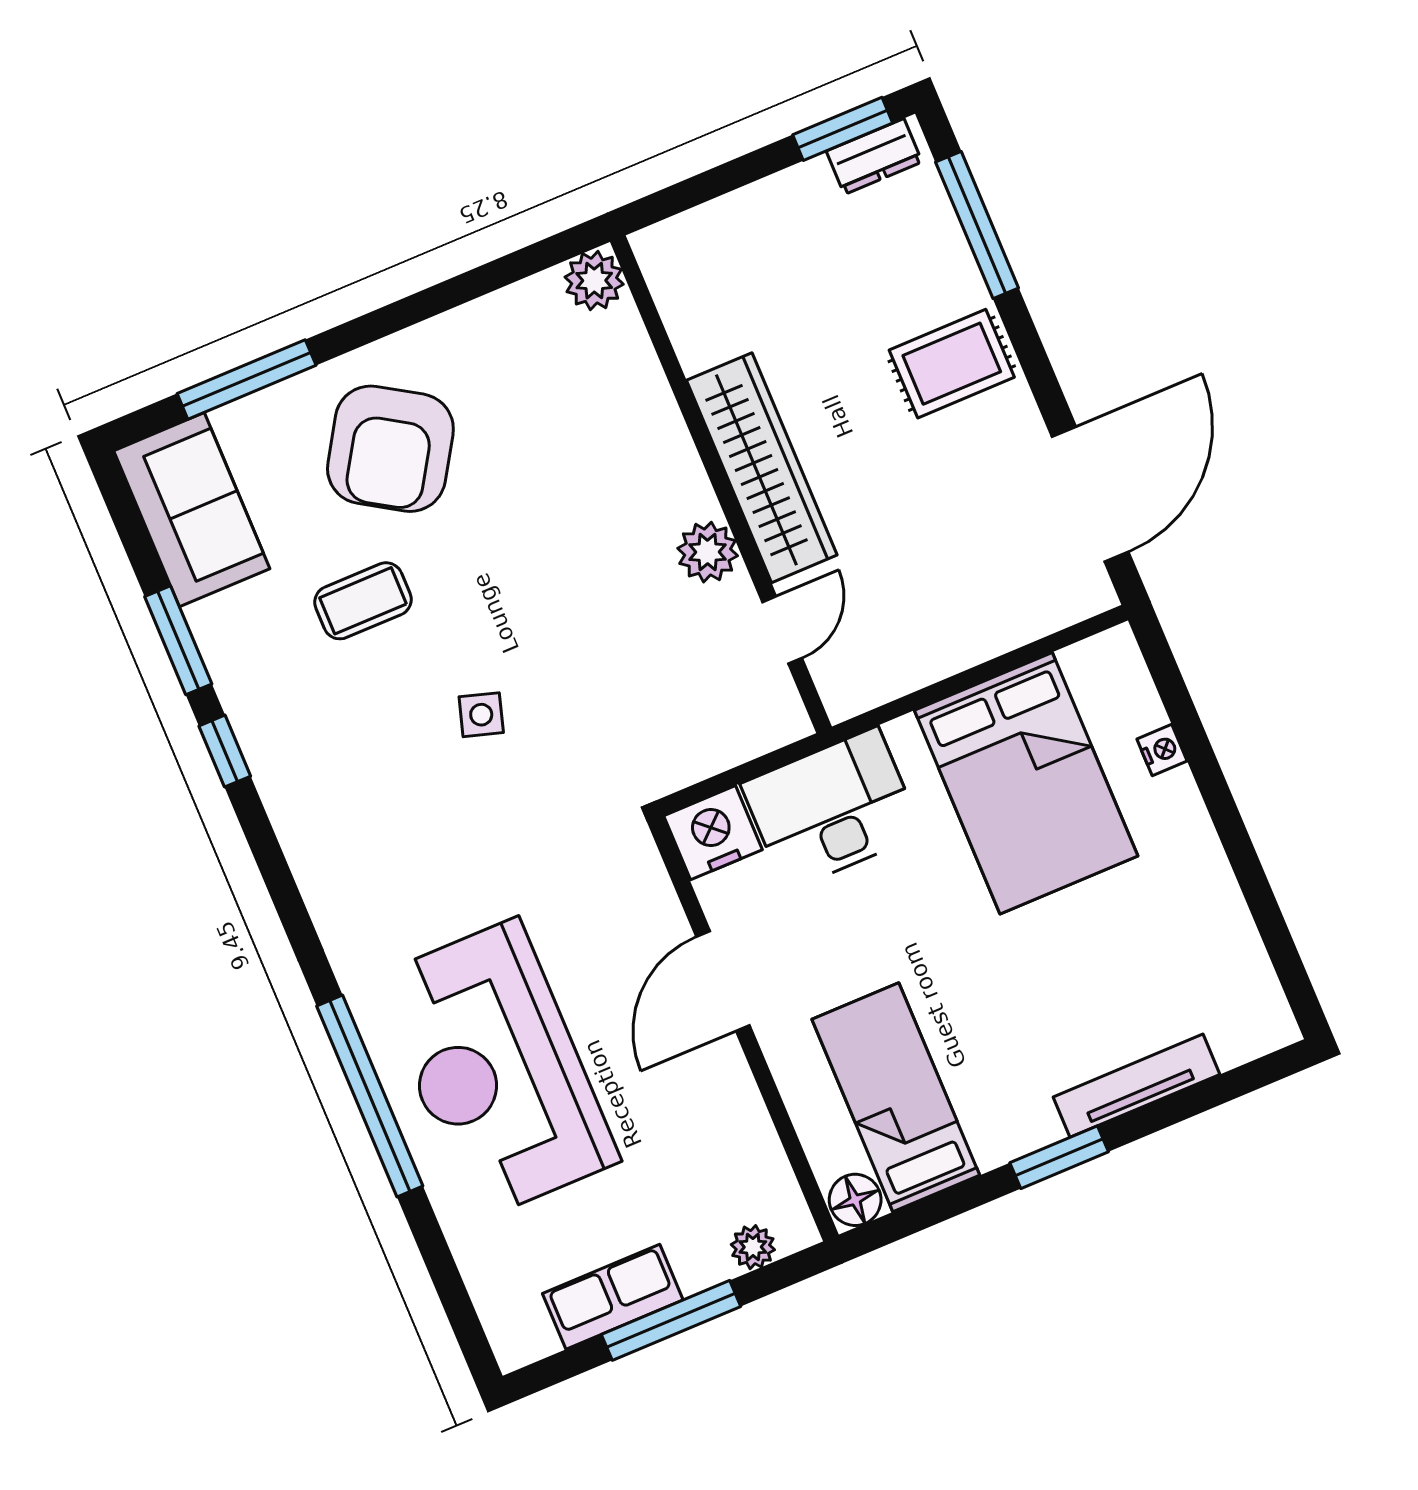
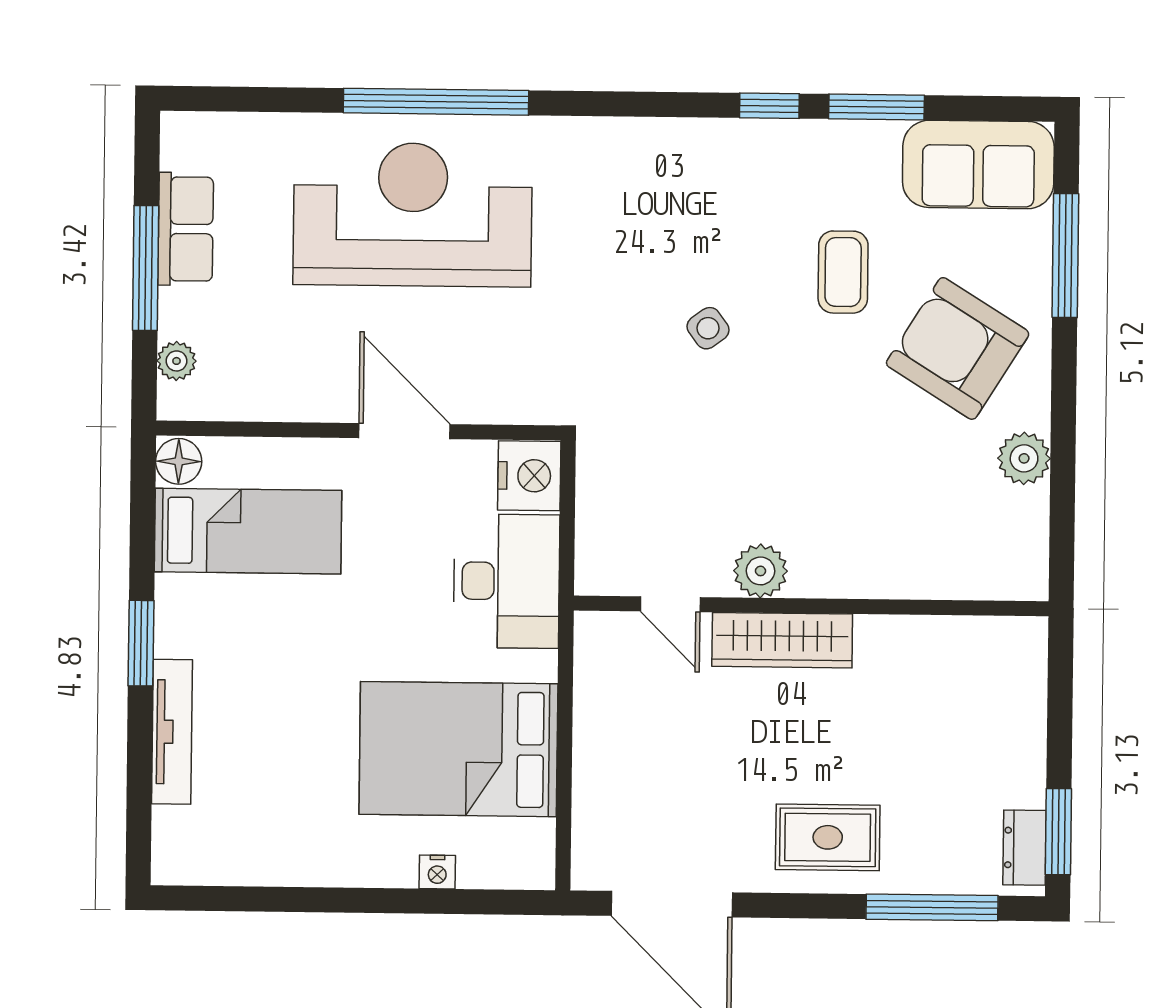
plant: (594, 281) -> (1024, 458), moved
rug: (952, 364) -> (828, 837), turned 90
wardrobe: (762, 468) -> (782, 640), width x0.71, depth x0.85
side table: (481, 715) -> (708, 328), turned 37

